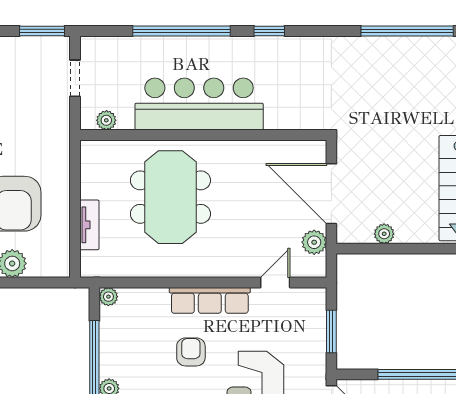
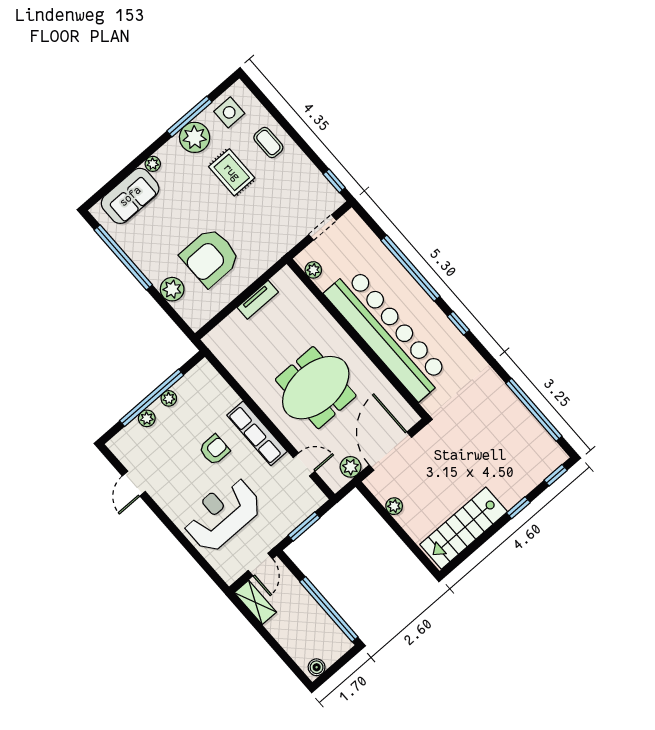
window: (42, 31) -> (334, 181), width x0.67
bar counter: (199, 104) -> (387, 334), width x1.36
meeting table: (170, 197) -> (316, 388), moved
tv unit: (89, 225) -> (258, 300), moved
plant: (108, 297) -> (169, 398), moved

